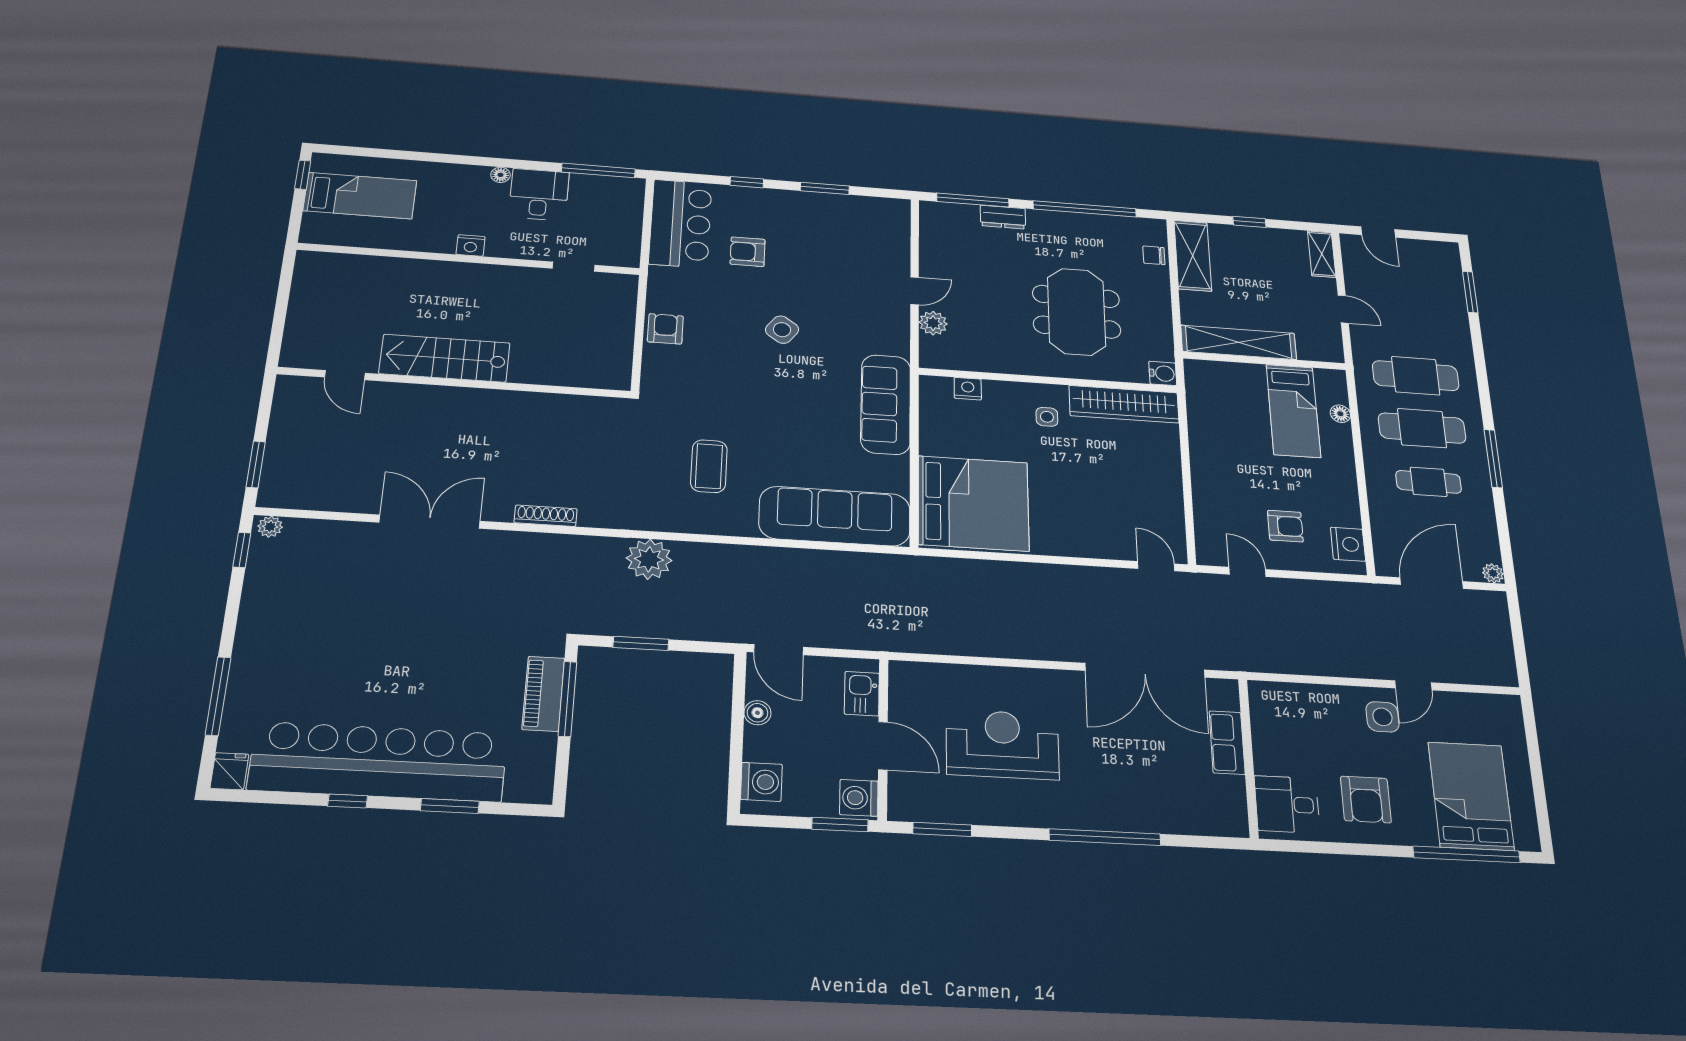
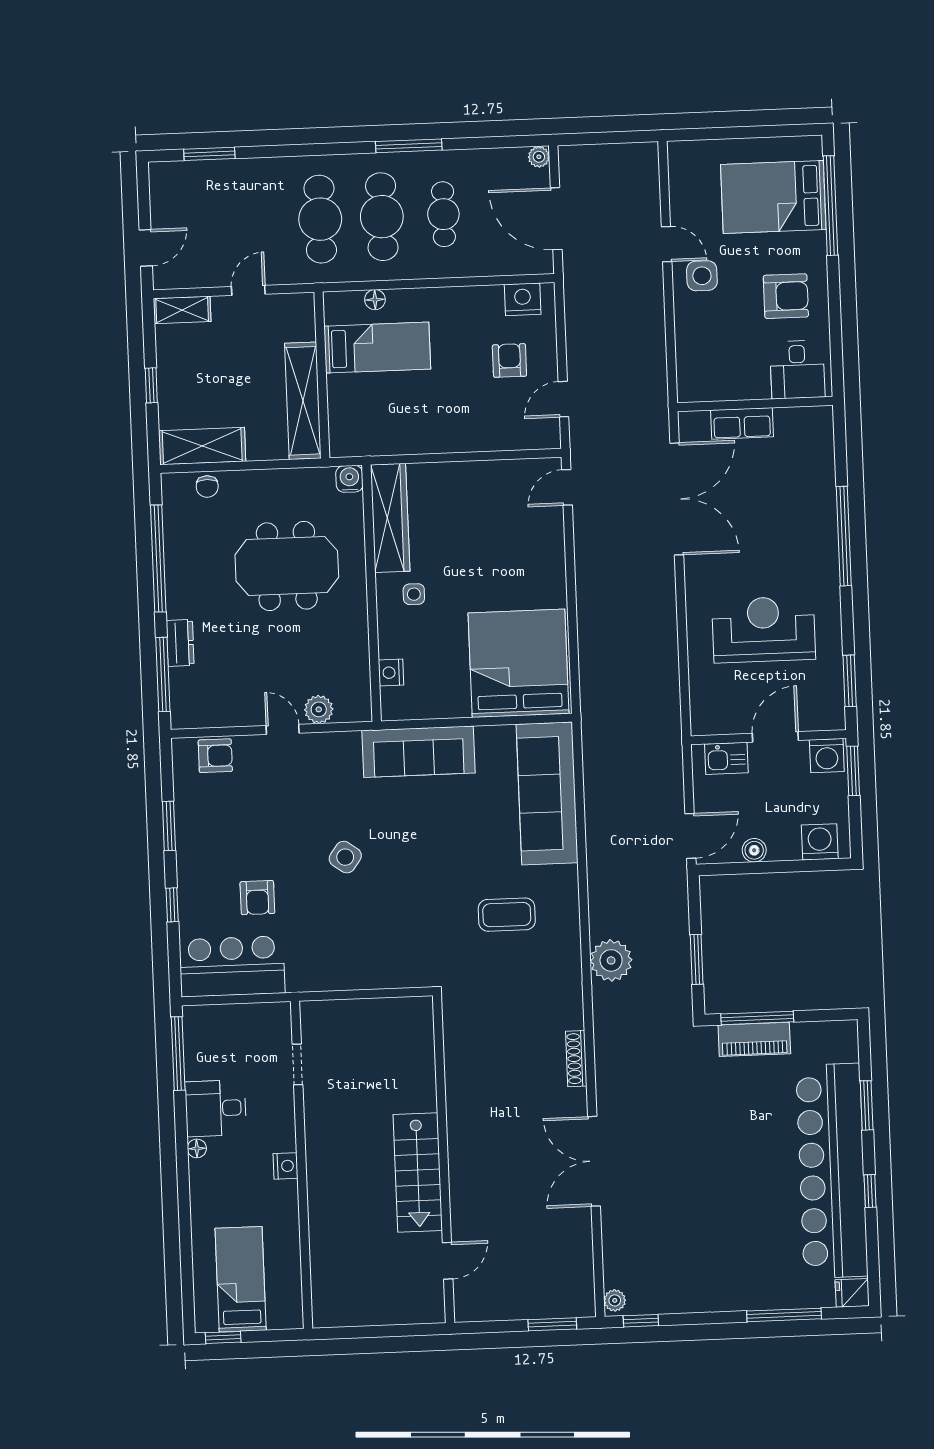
armchair: (665, 329) -> (215, 756), moved, turned 180
reception desk: (1003, 744) -> (764, 629), turned 90

